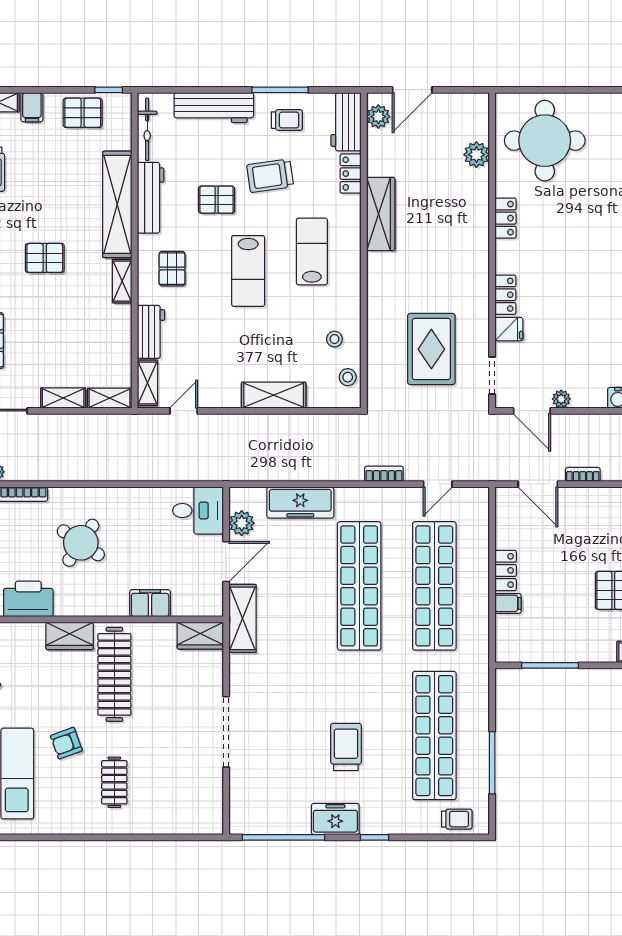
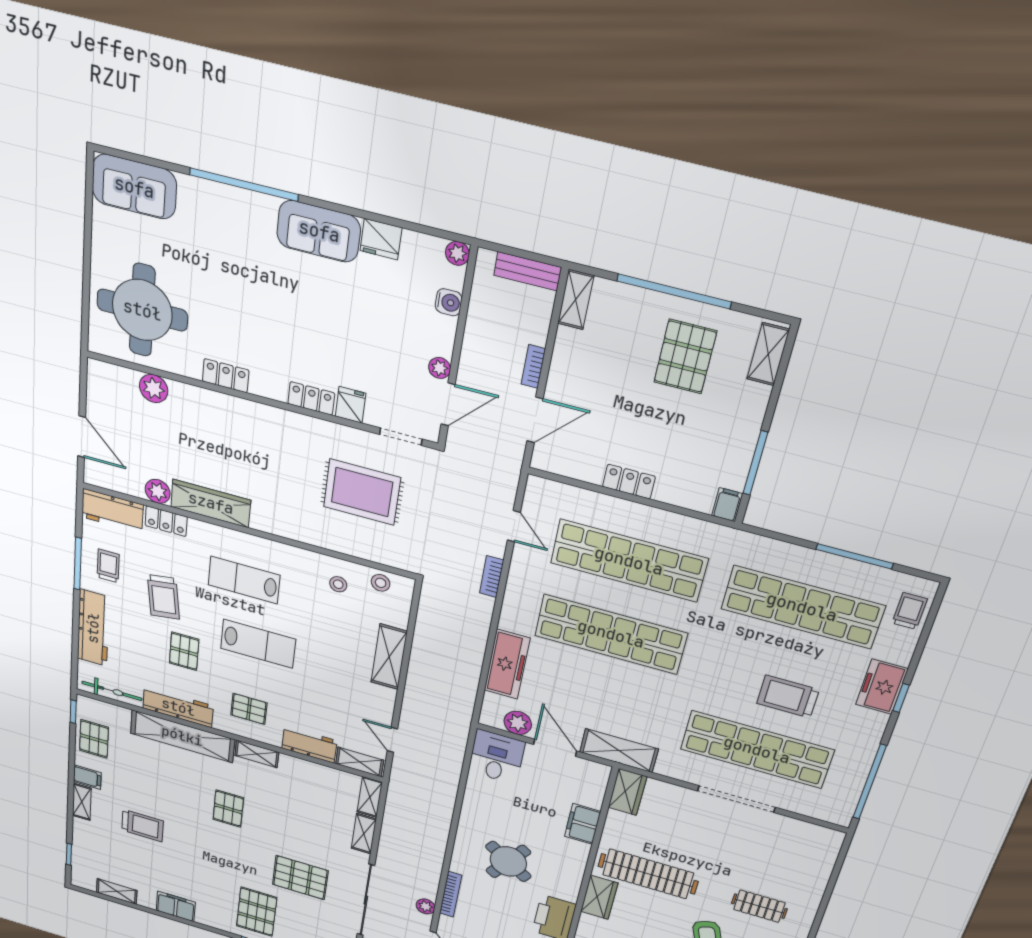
plant: (378, 117) -> (158, 491), moved
filing cabinet: (508, 603) -> (727, 505), moved
shop shelf: (284, 736) -> (757, 750), added
freezer: (335, 819) -> (882, 687), moved

